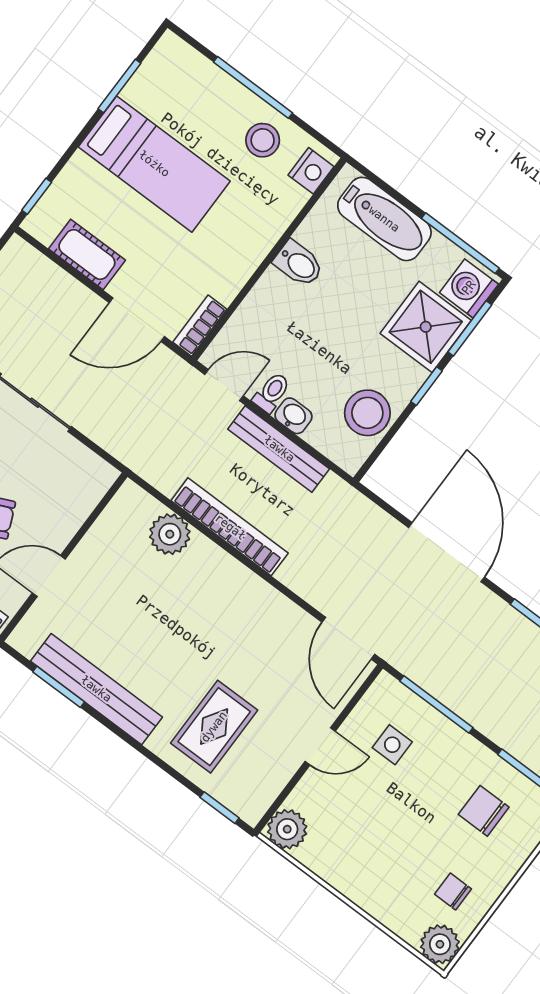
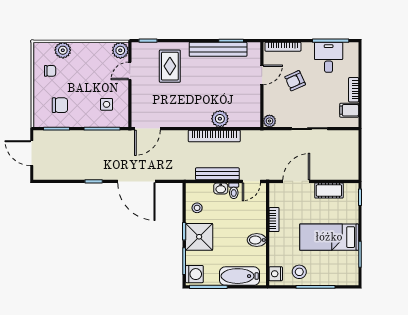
bookcase: (200, 326) -> (274, 220), moved
shower: (426, 327) -> (199, 237), moved
stool: (367, 413) -> (197, 208), width x0.53, depth x0.53
plant: (101, 476) -> (269, 121), added
plant: (170, 534) -> (220, 119), moved
door: (348, 638) -> (147, 129), swing flipped
door: (320, 746) -> (130, 71), moved
plant: (440, 944) -> (63, 50), moved

